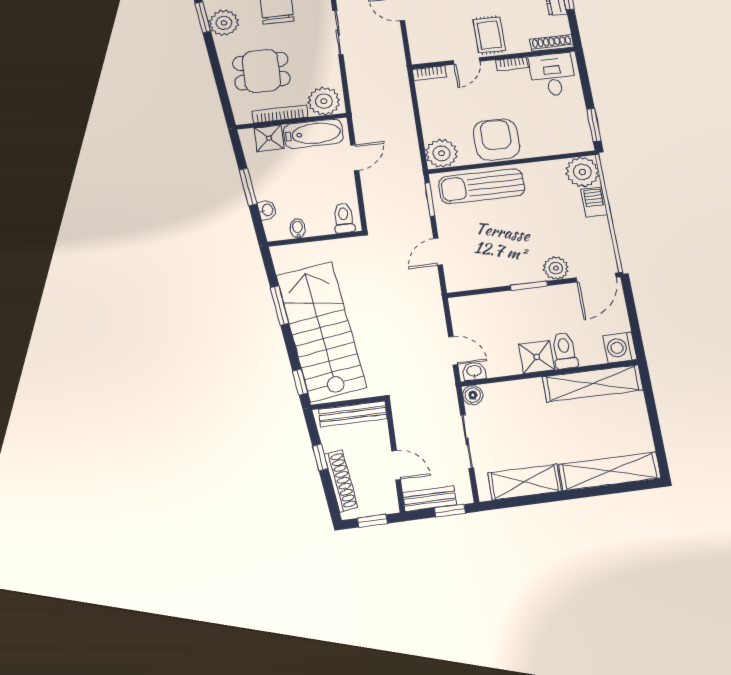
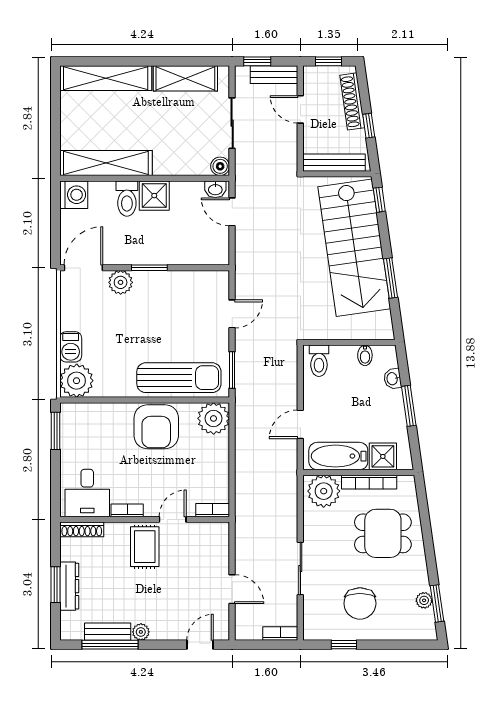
plant: (224, 23) -> (424, 600), width x0.53, depth x0.53

